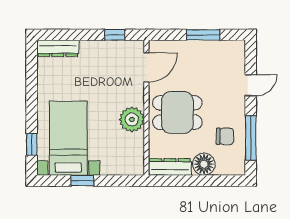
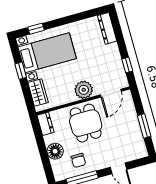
door: (146, 67) -> (111, 93), hinge flipped
plant: (132, 119) -> (84, 90), moved
wardrobe: (118, 165) -> (38, 93), added
dresser: (170, 167) -> (45, 124), width x0.70

